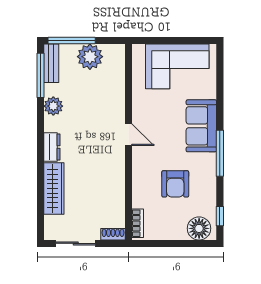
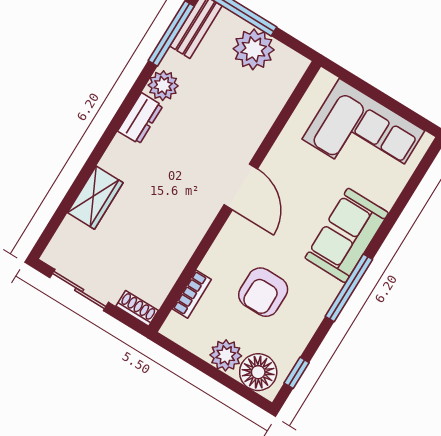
door: (128, 135) -> (241, 187), width x1.38
dresser: (52, 147) -> (140, 118), moved
wardrobe: (54, 189) -> (95, 198), width x0.67
bookcase: (138, 223) -> (192, 294), moved
plant: (176, 230) -> (226, 355), added

